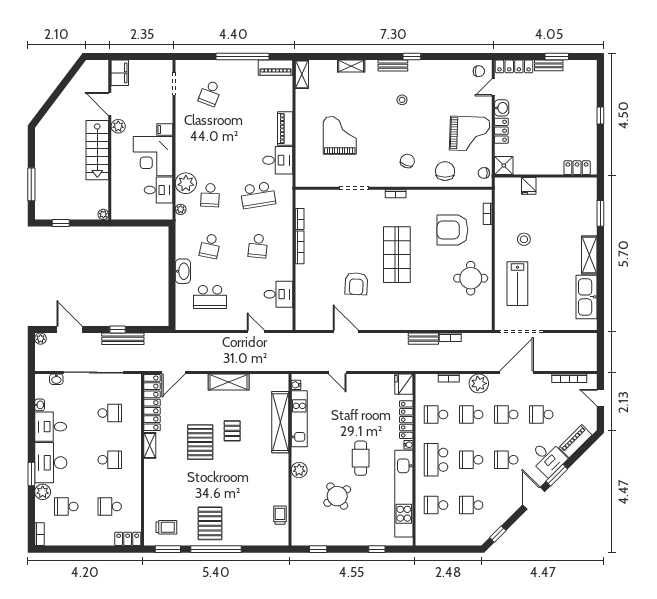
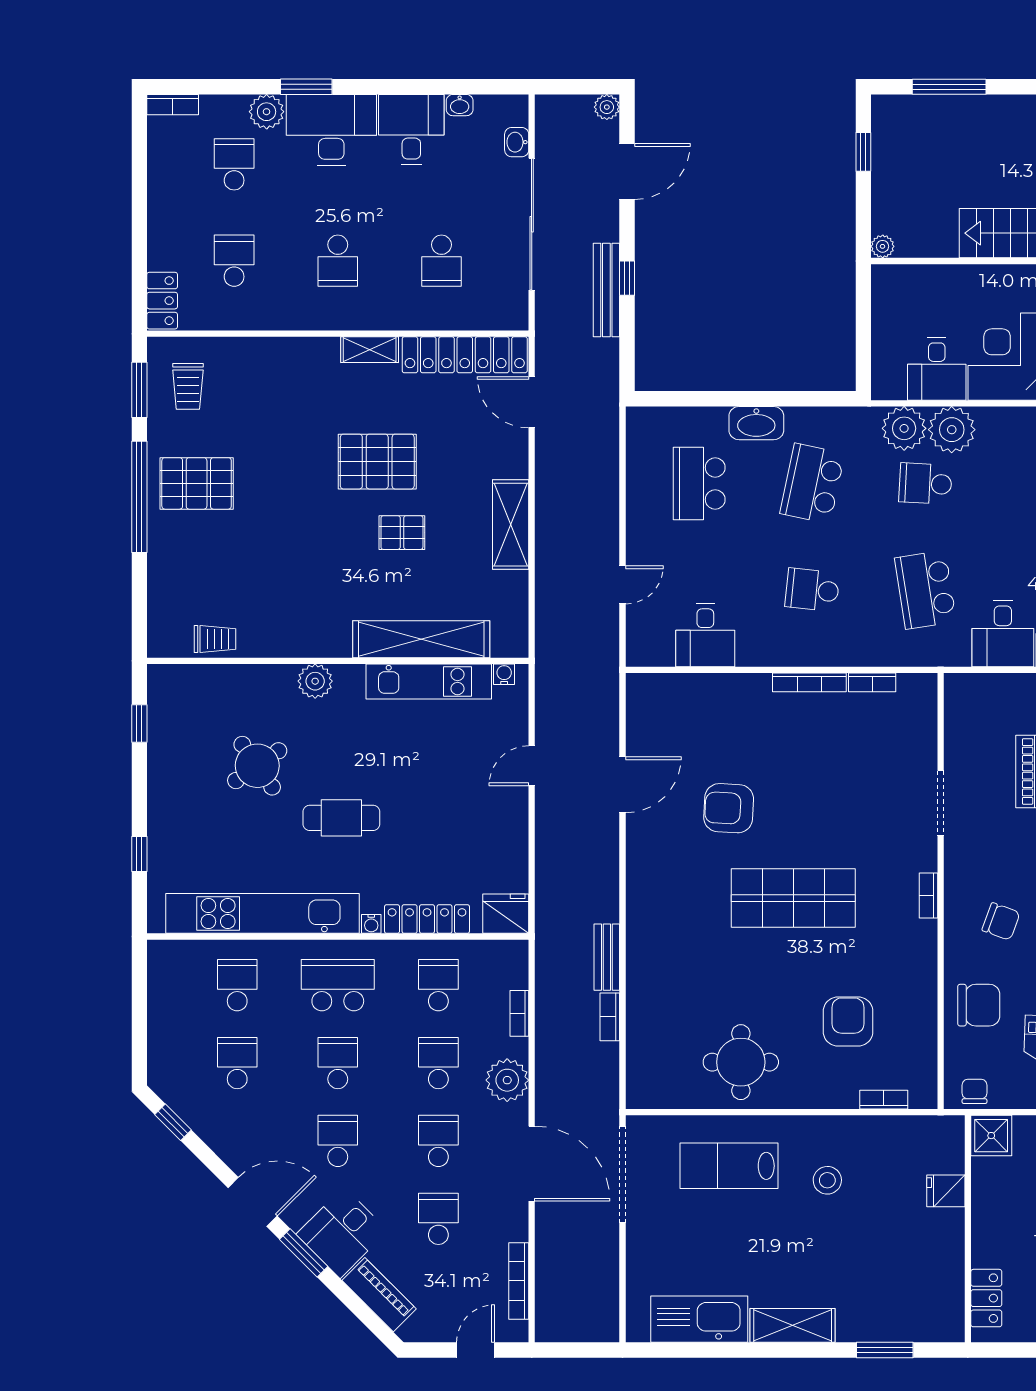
plant: (181, 209) -> (904, 428), width x1.88, depth x1.88
armchair: (452, 230) -> (848, 1021), width x0.73, depth x0.73
school desk: (210, 246) -> (812, 484), width x1.85

